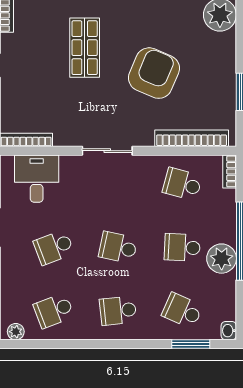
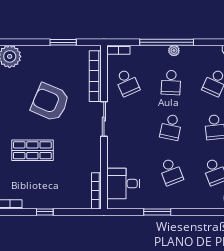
sliding door: (107, 151) -> (104, 119), moved
school desk: (182, 184) -> (127, 83), turned -39
plant: (222, 259) -> (174, 51), width x0.53, depth x0.53

